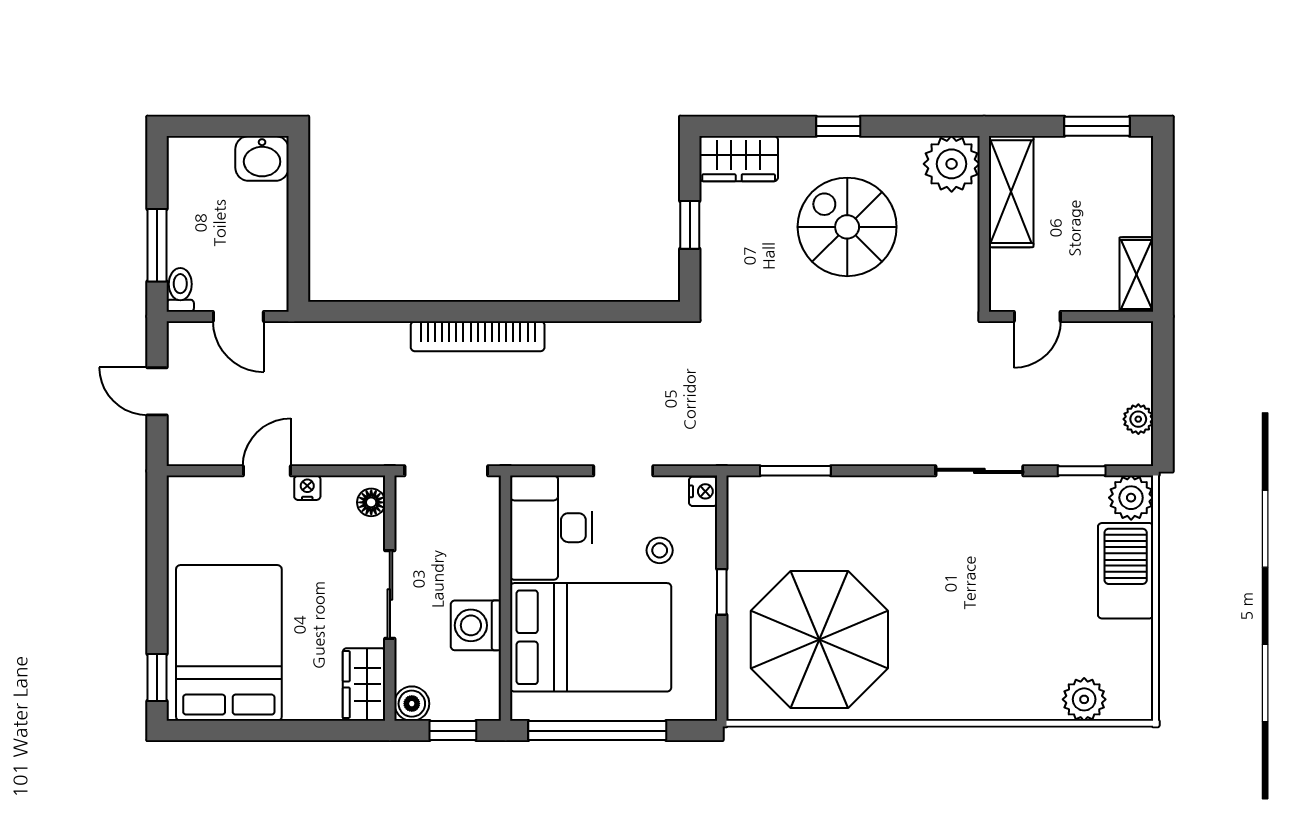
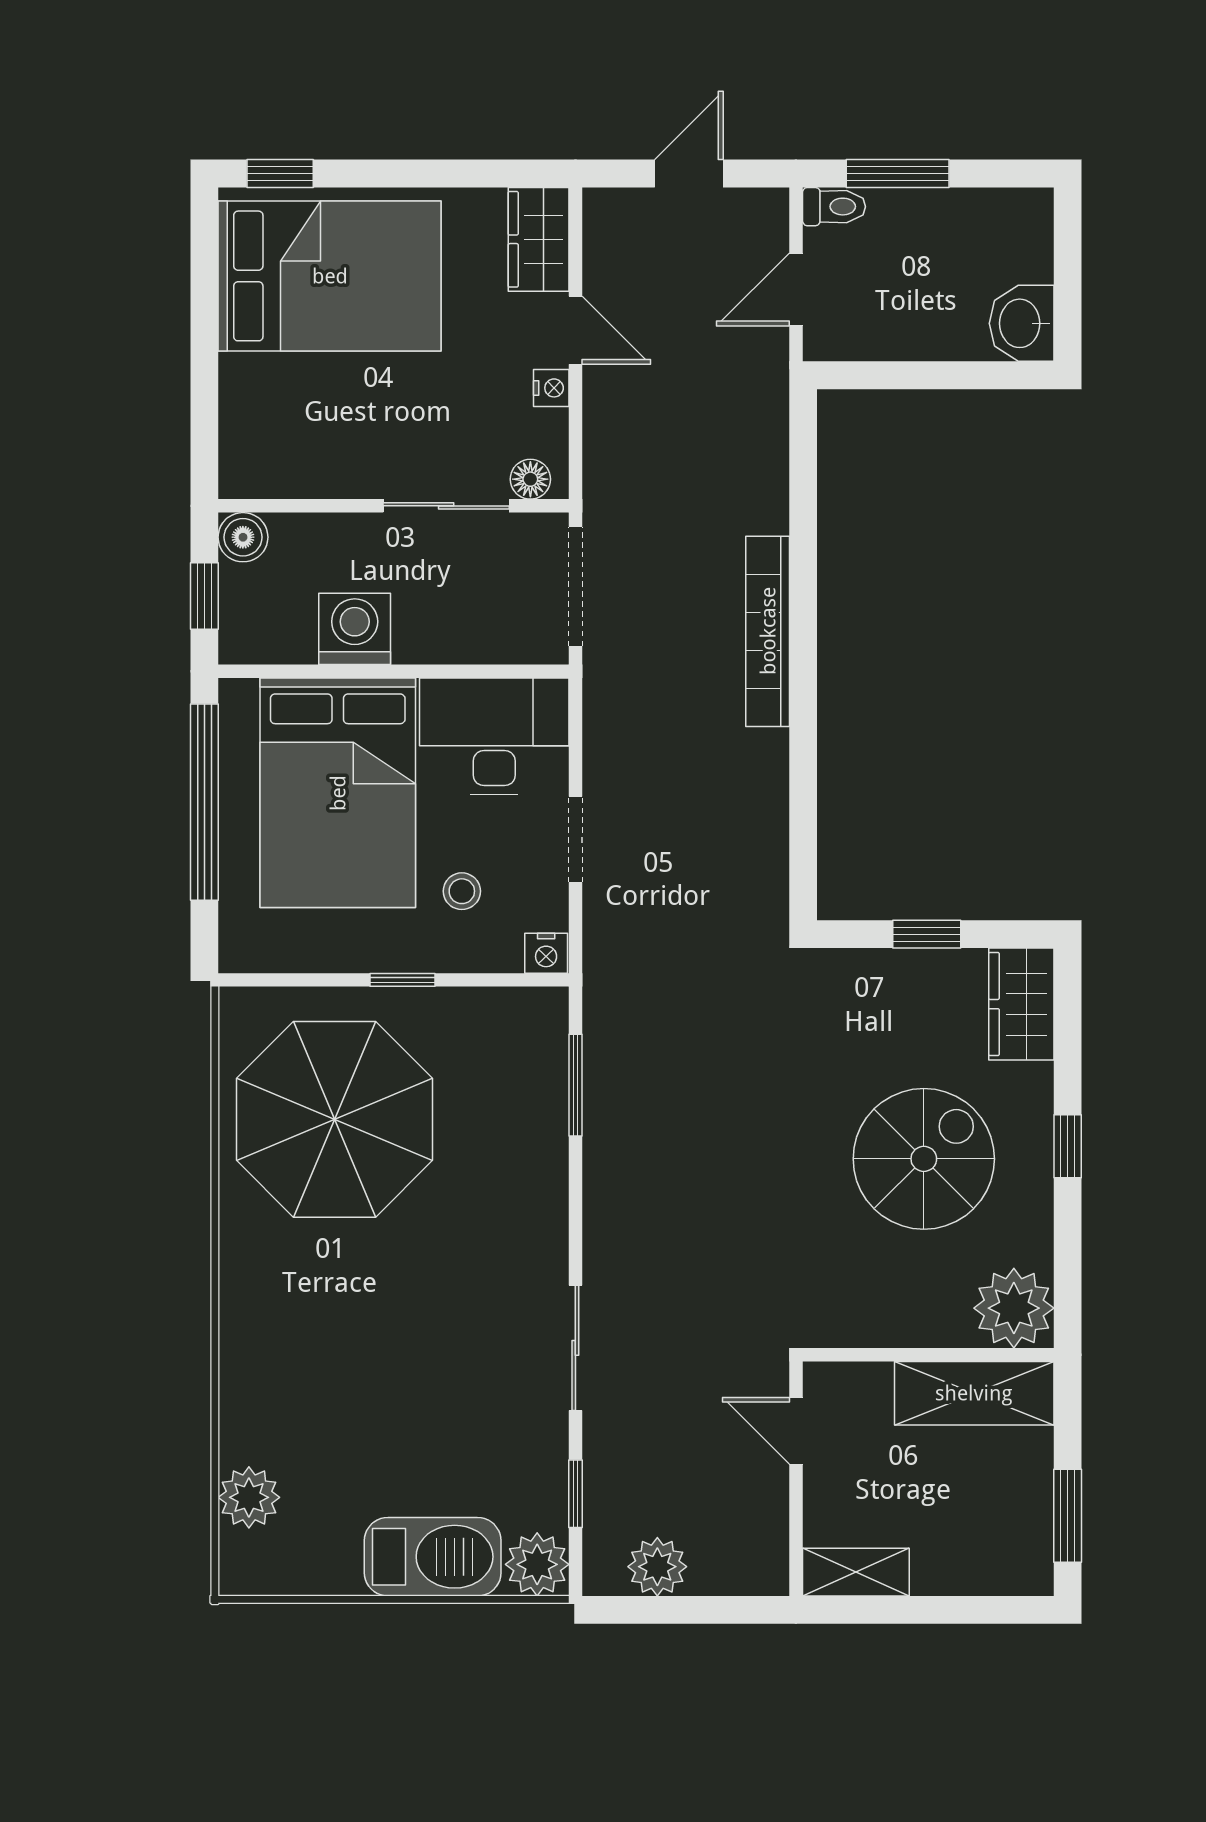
plant: (1138, 419) -> (657, 1567), width x1.38, depth x1.38
sliding door: (390, 595) -> (446, 506), moved
wardrobe: (364, 684) -> (539, 239), moved, turned -90

